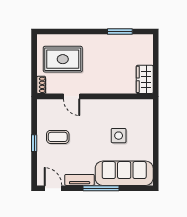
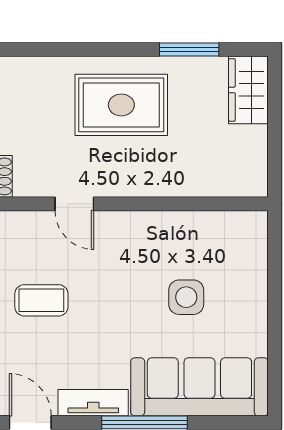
rug: (63, 59) -> (121, 105), moved
wardrobe: (145, 79) -> (248, 90), moved

